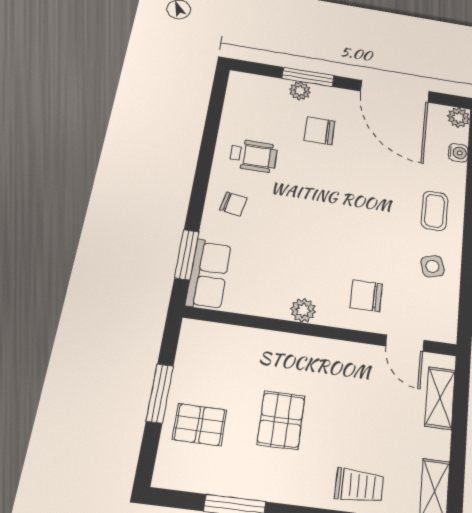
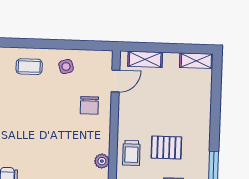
plant: (303, 310) -> (102, 161), moved
trolley: (359, 486) -> (131, 153), moved, turned 180

